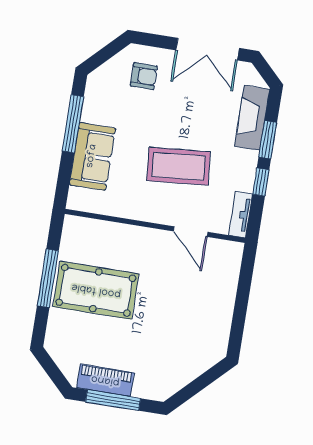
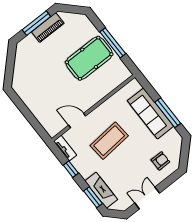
double door: (208, 49) -> (147, 198), width x0.73
armchair: (144, 76) -> (160, 161), turned 180
window: (268, 140) -> (93, 197), moved
sofa: (92, 156) -> (151, 113), width x1.36

